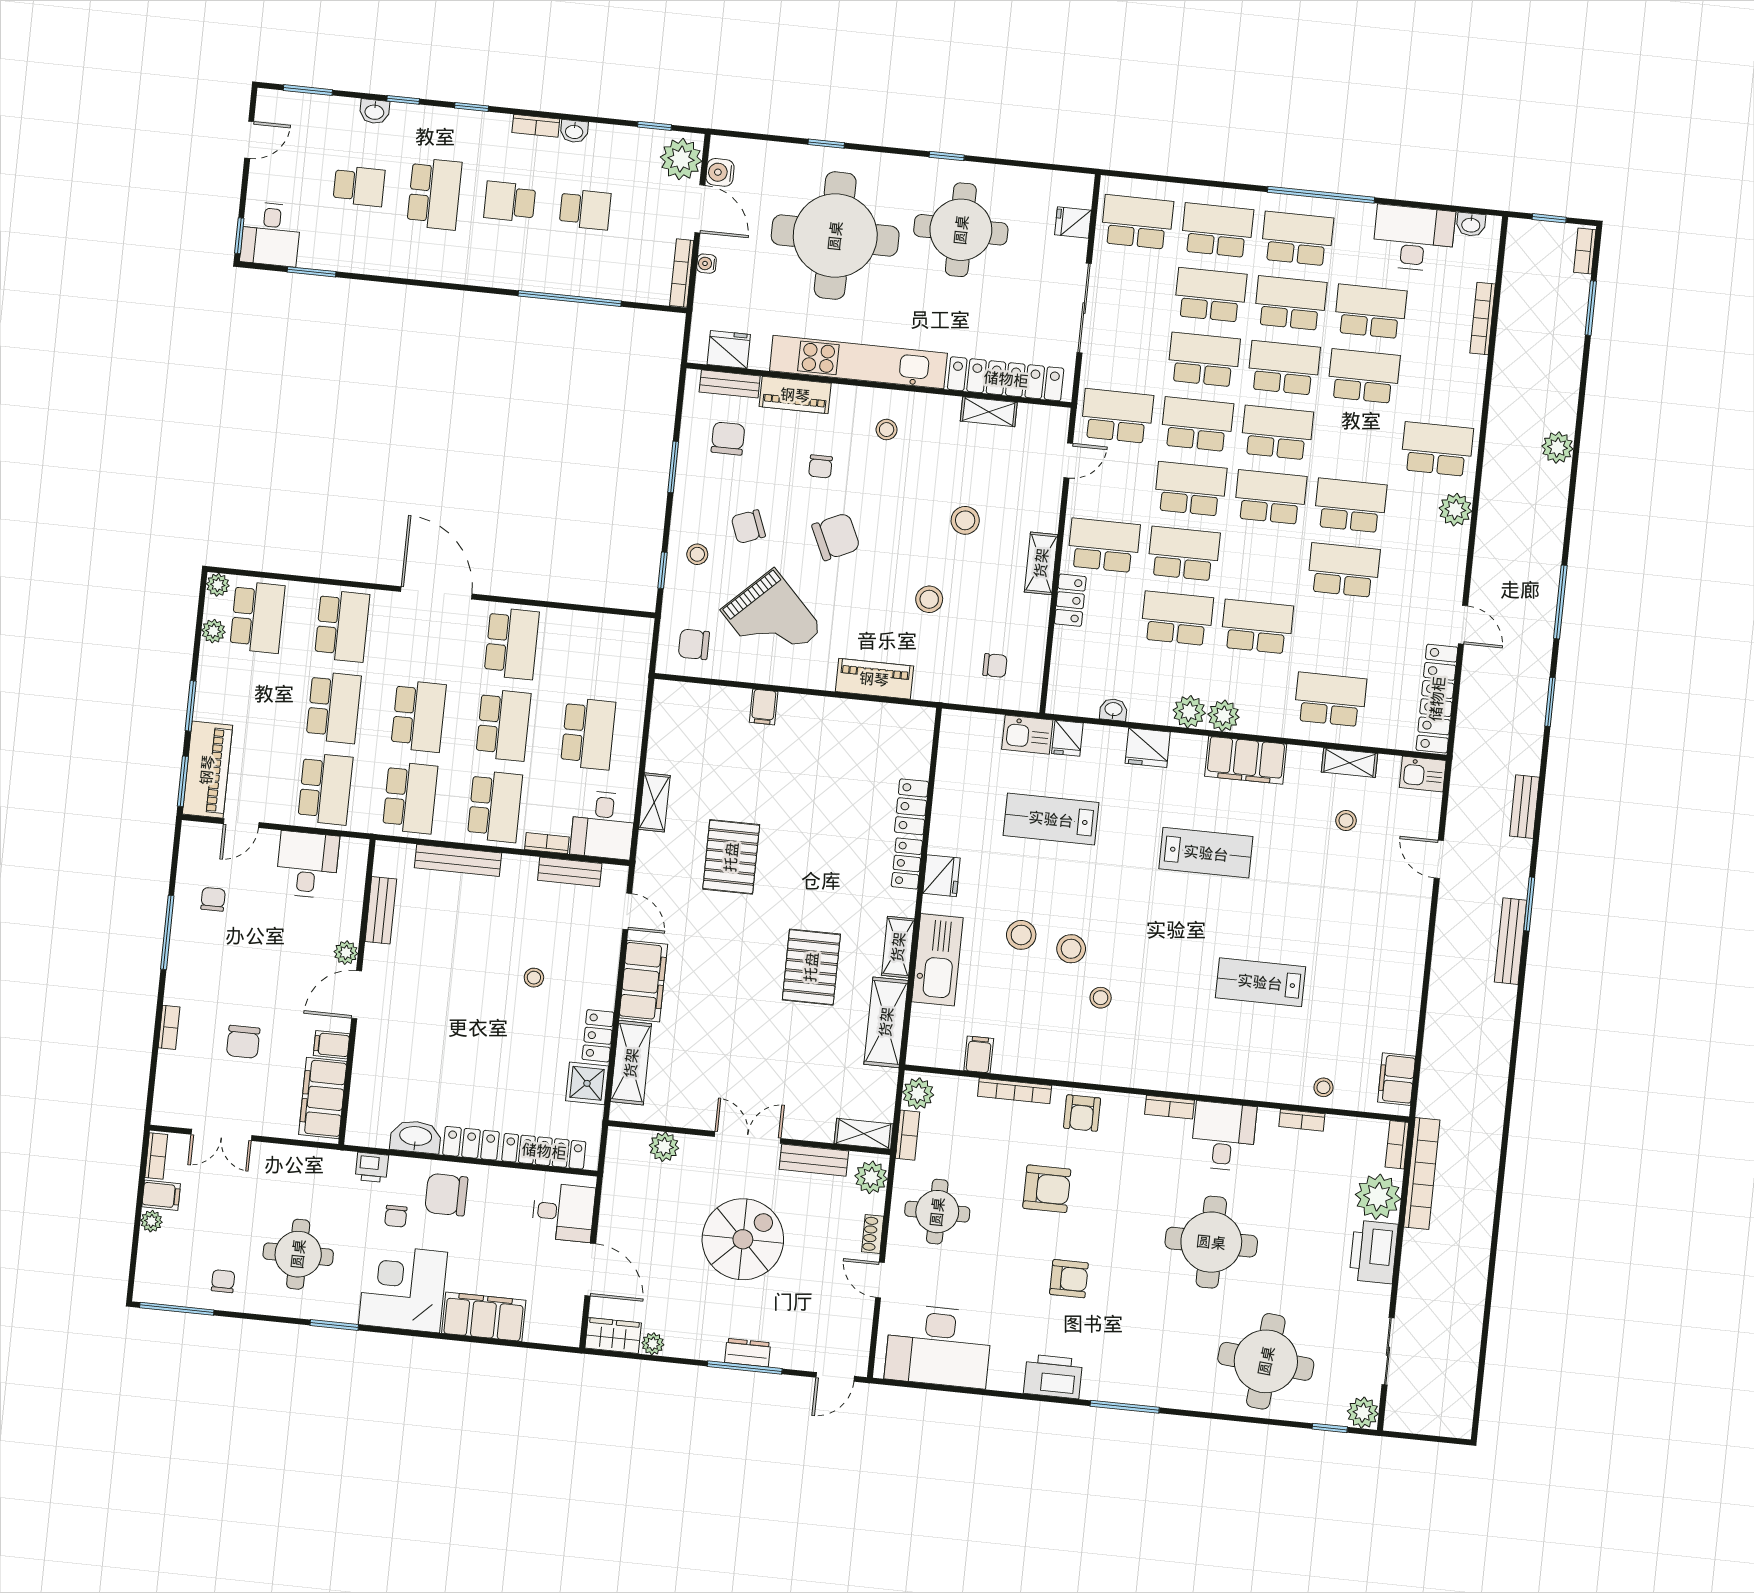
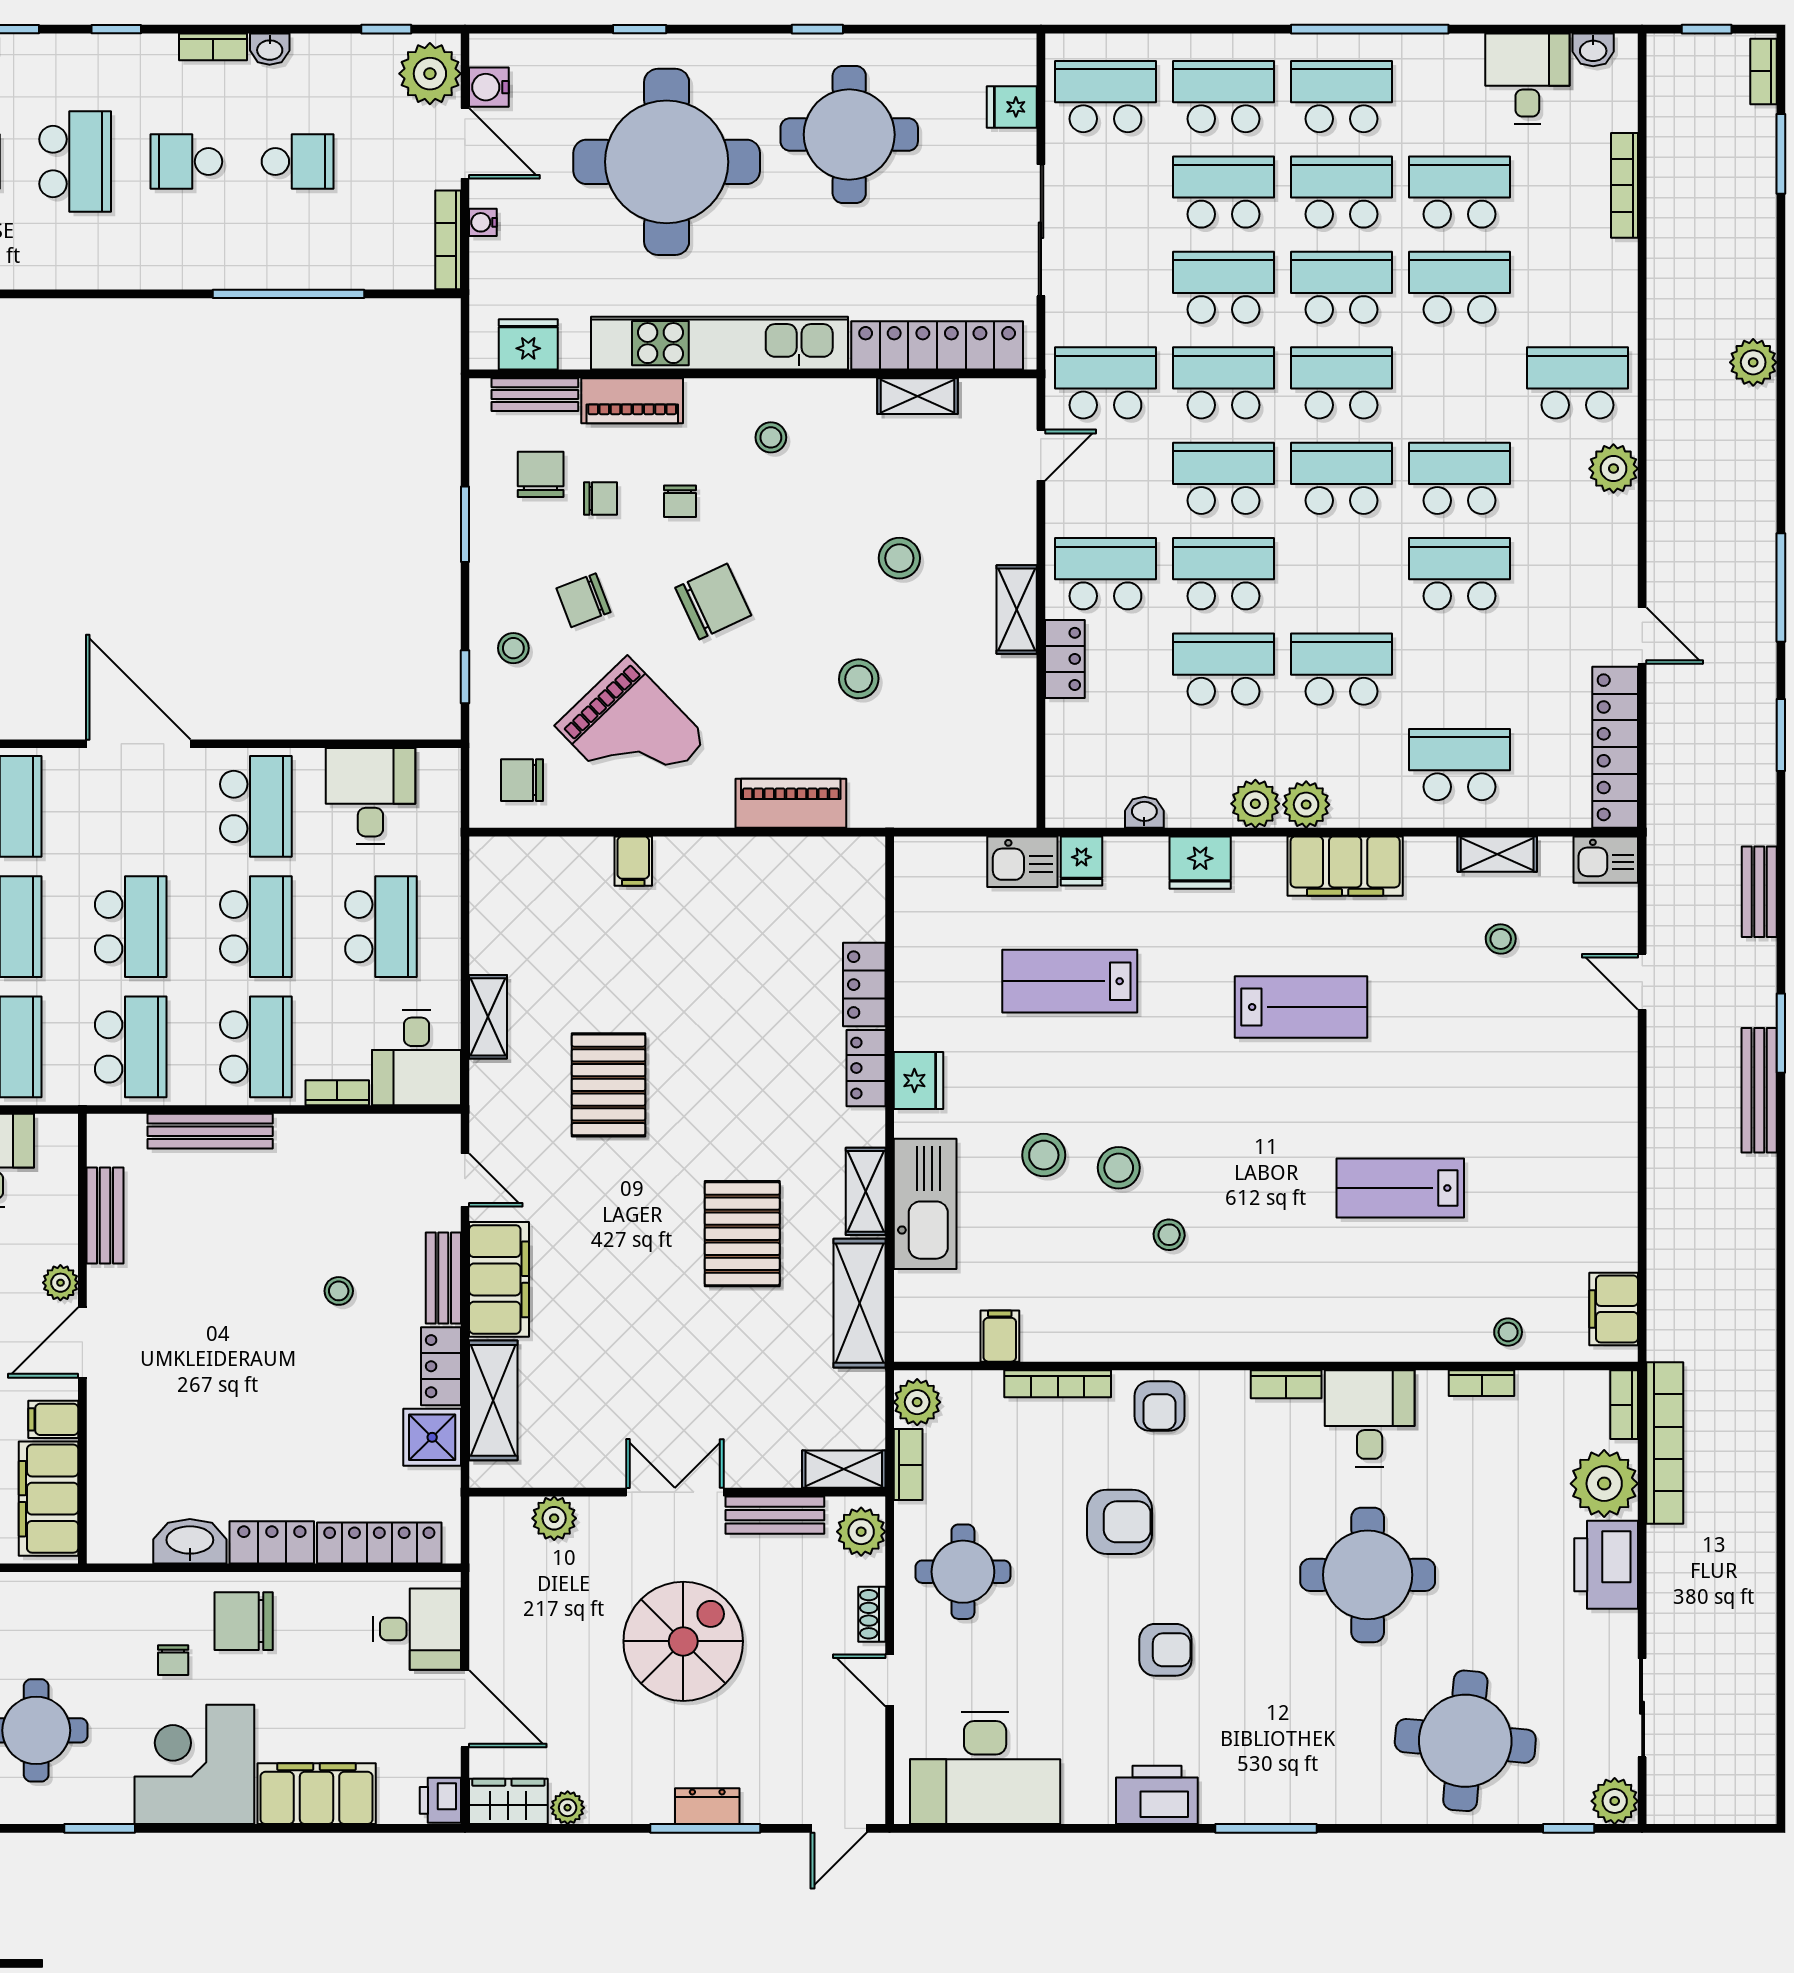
desk: (1414, 238) -> (1527, 79), width x0.73
desk: (590, 645) -> (370, 796), added
chair: (995, 665) -> (601, 499), moved
bench: (570, 872) -> (443, 1278), moved, turned 90
printer: (372, 1167) -> (440, 1800), moved, turned 90

